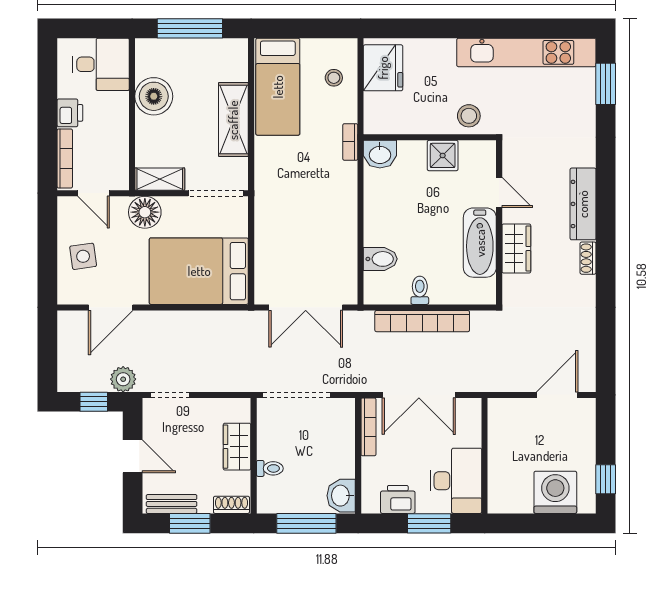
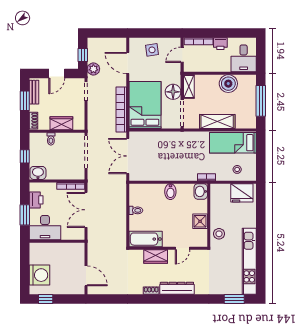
floor lamp: (145, 212) -> (173, 92), moved
bathtub: (480, 243) -> (146, 239), moved
bidet: (380, 259) -> (170, 192), moved
bookcase: (422, 321) -> (121, 110), moved
window: (306, 523) -> (25, 156), width x0.46

